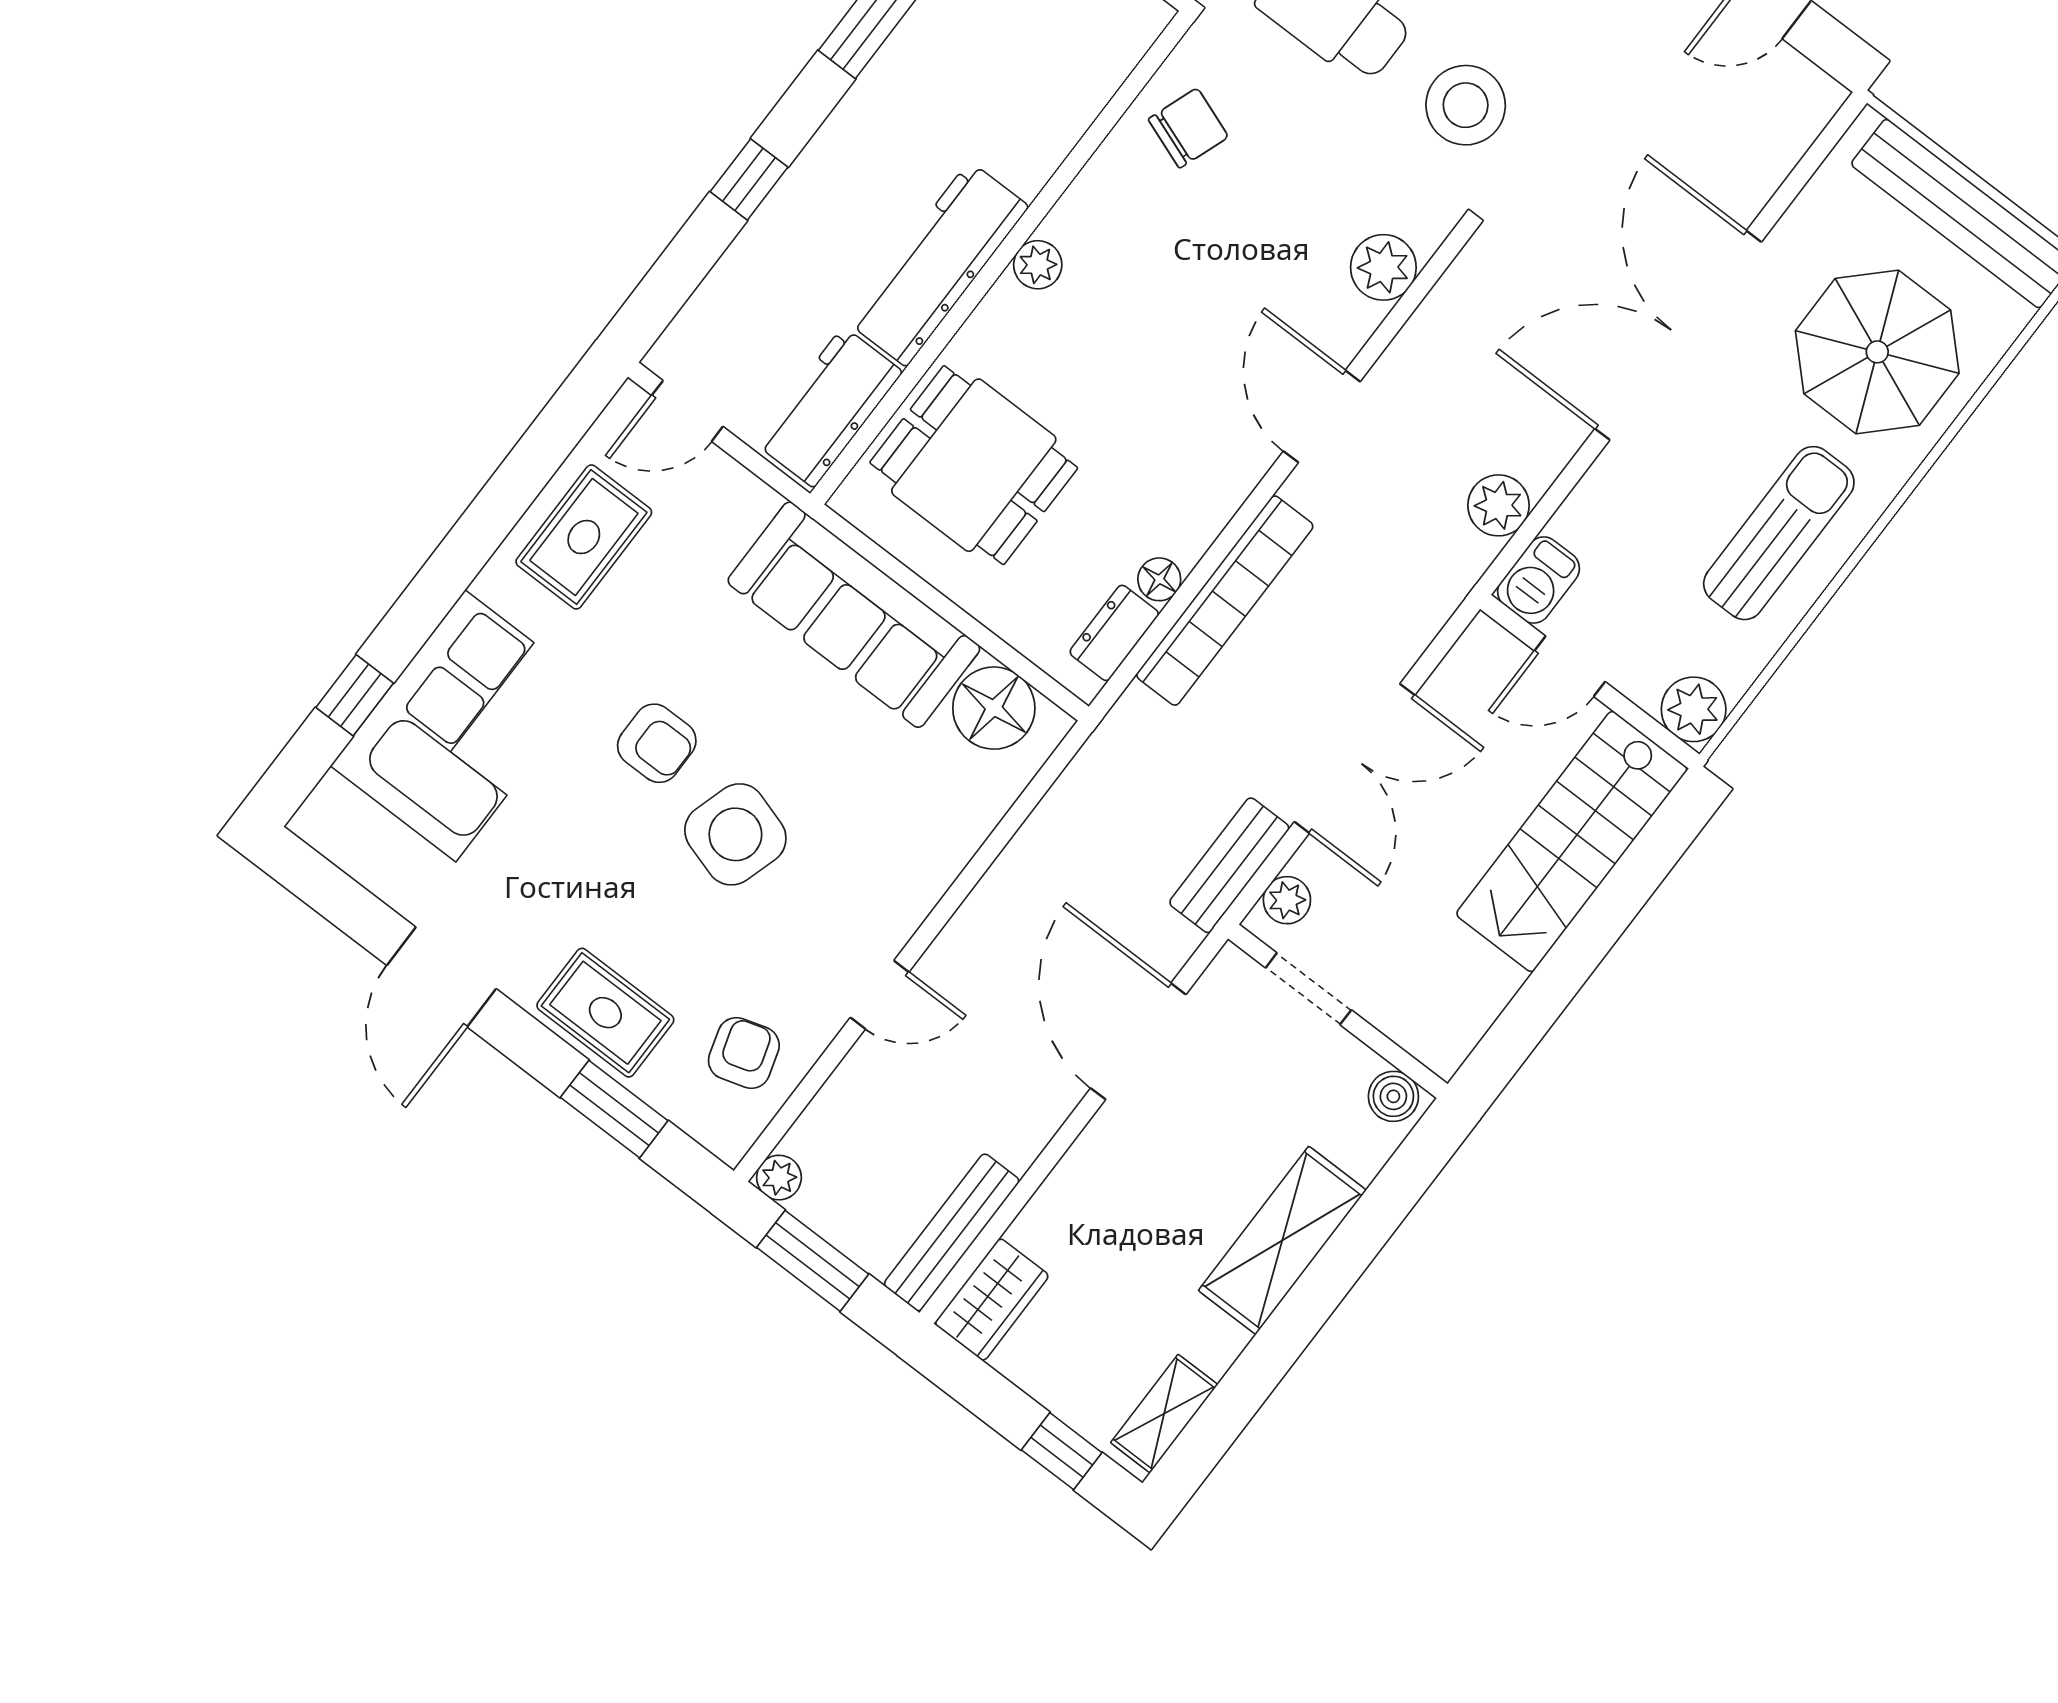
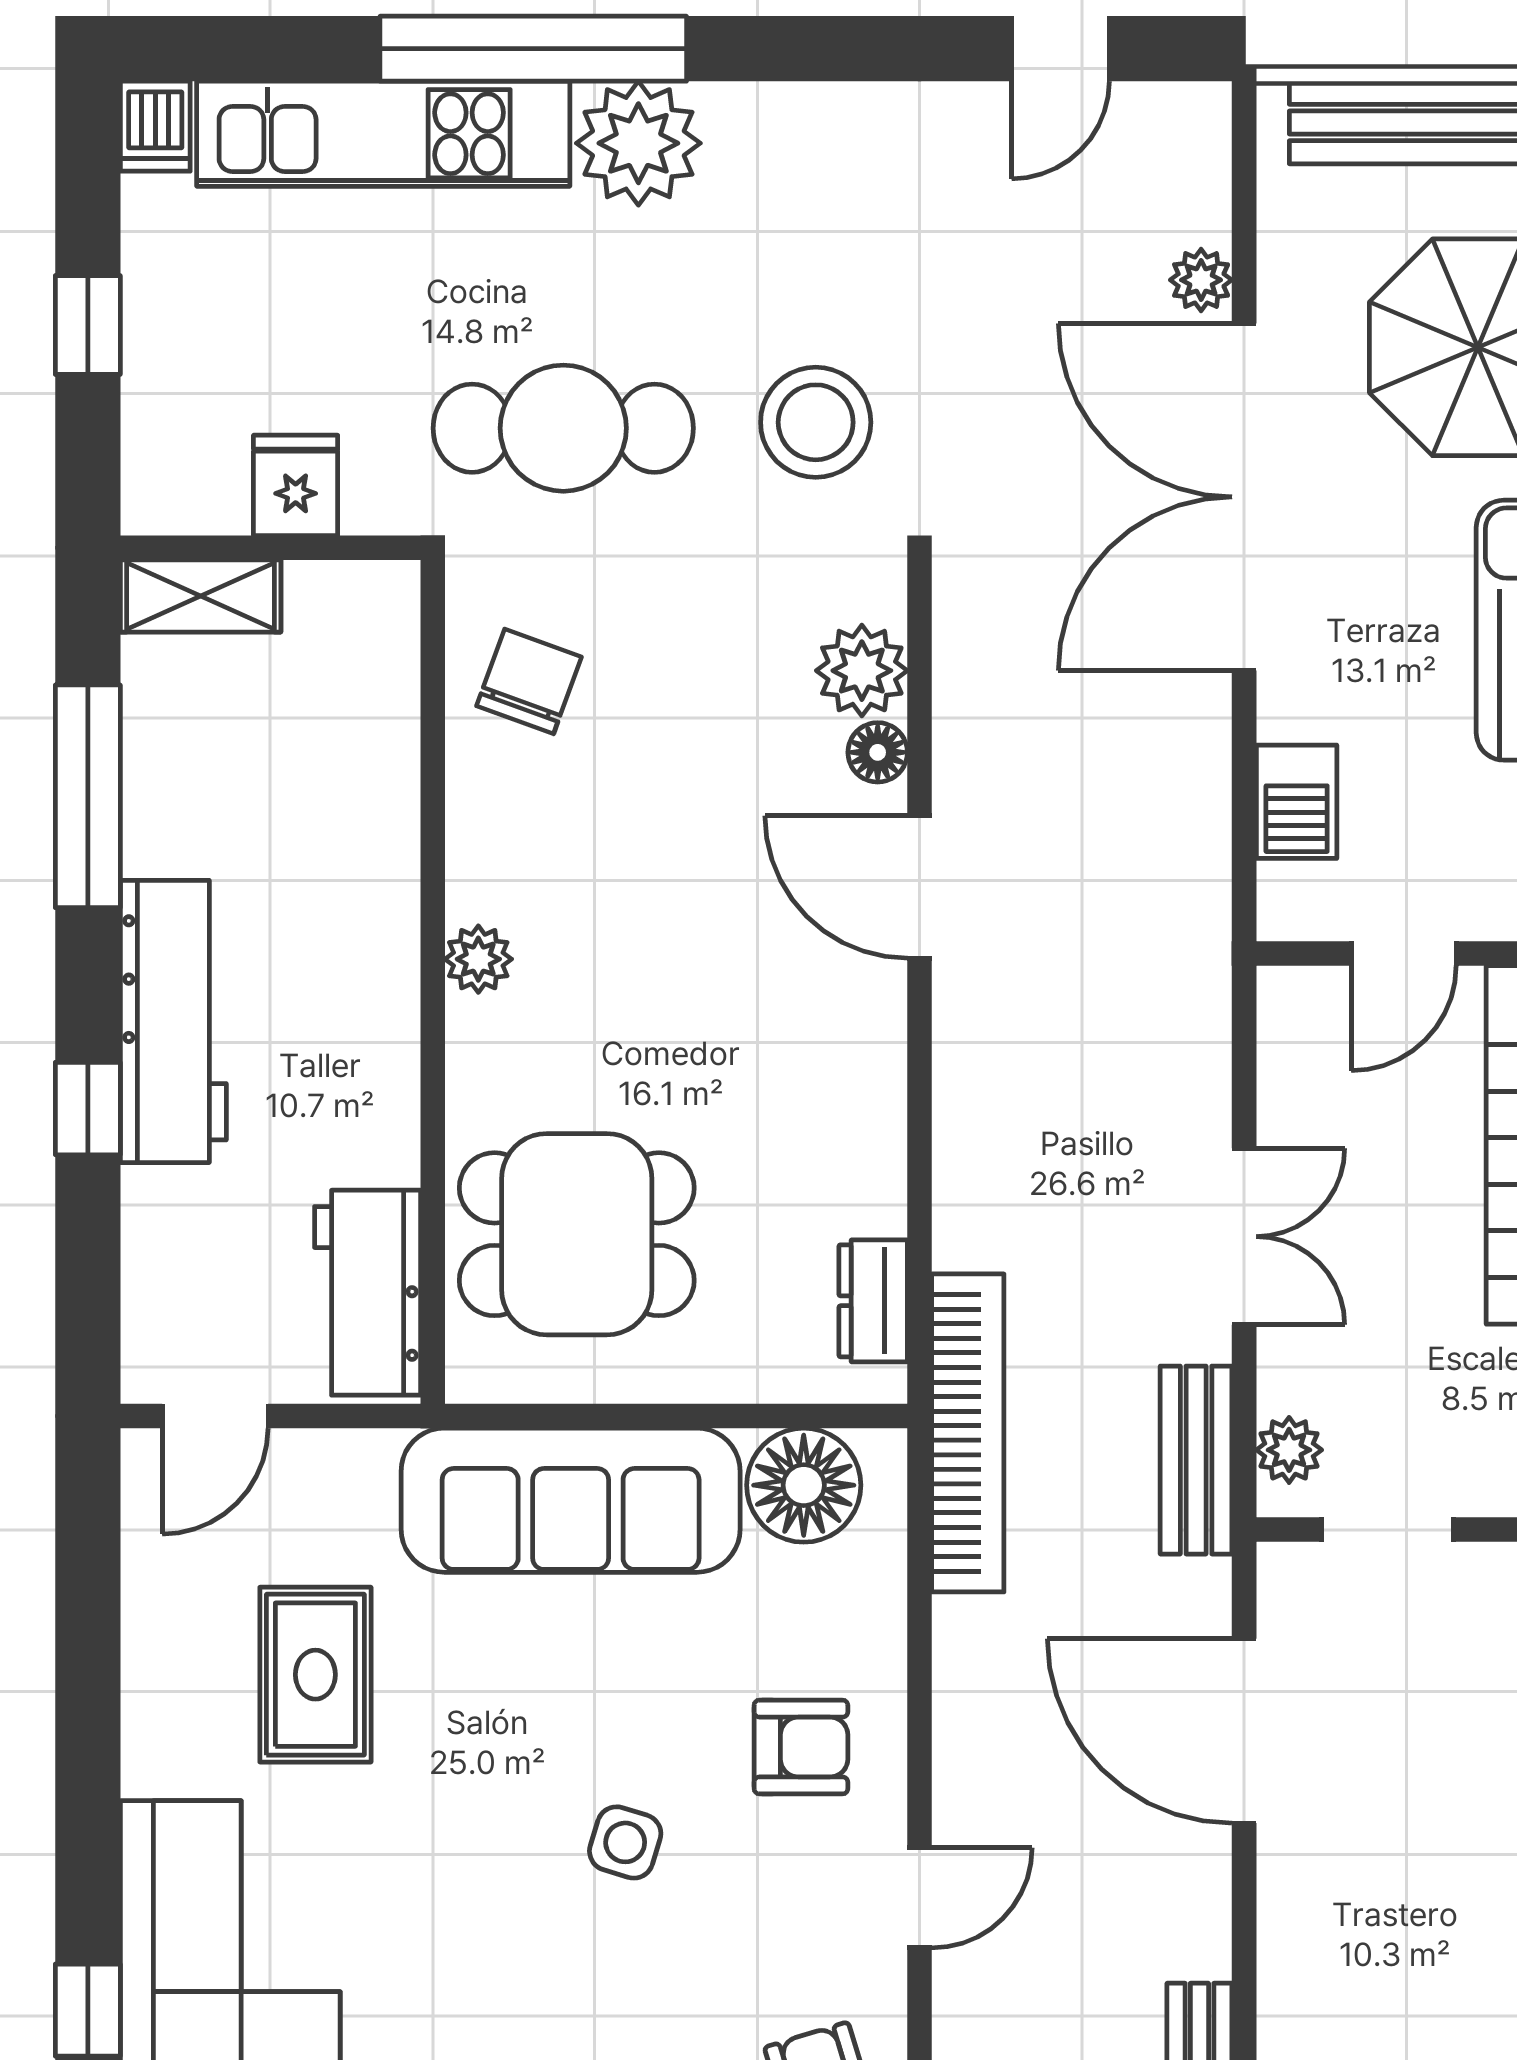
workbench: (938, 264) -> (173, 1021), moved, turned 180
plant: (1498, 505) -> (1201, 280), moved, width x0.73, depth x0.73
rug: (584, 537) -> (315, 1675), moved
floor lamp: (1159, 579) -> (878, 752), moved
barbecue: (1539, 580) -> (1297, 802), moved
bookcase: (1225, 601) -> (968, 1433), moved
armchair: (657, 743) -> (801, 1747), moved
double door: (1355, 758) -> (1244, 1237), width x0.73
side table: (735, 834) -> (625, 1842), width x0.54, depth x0.54

